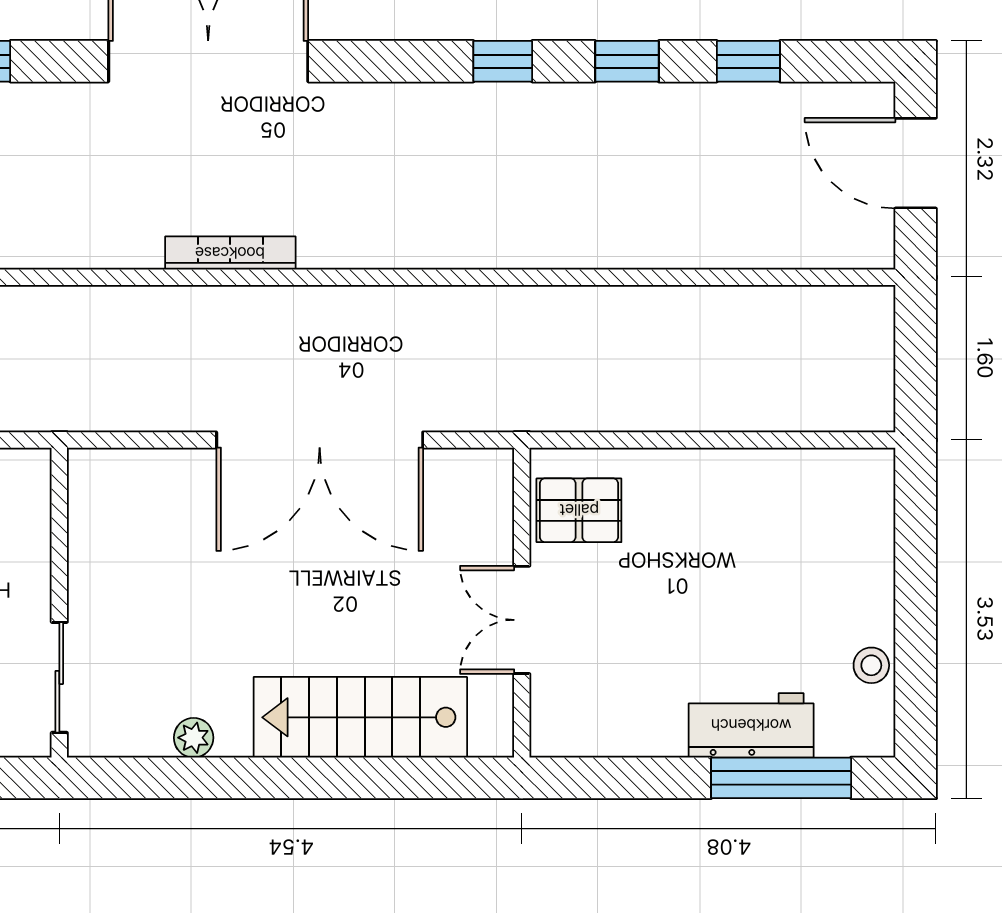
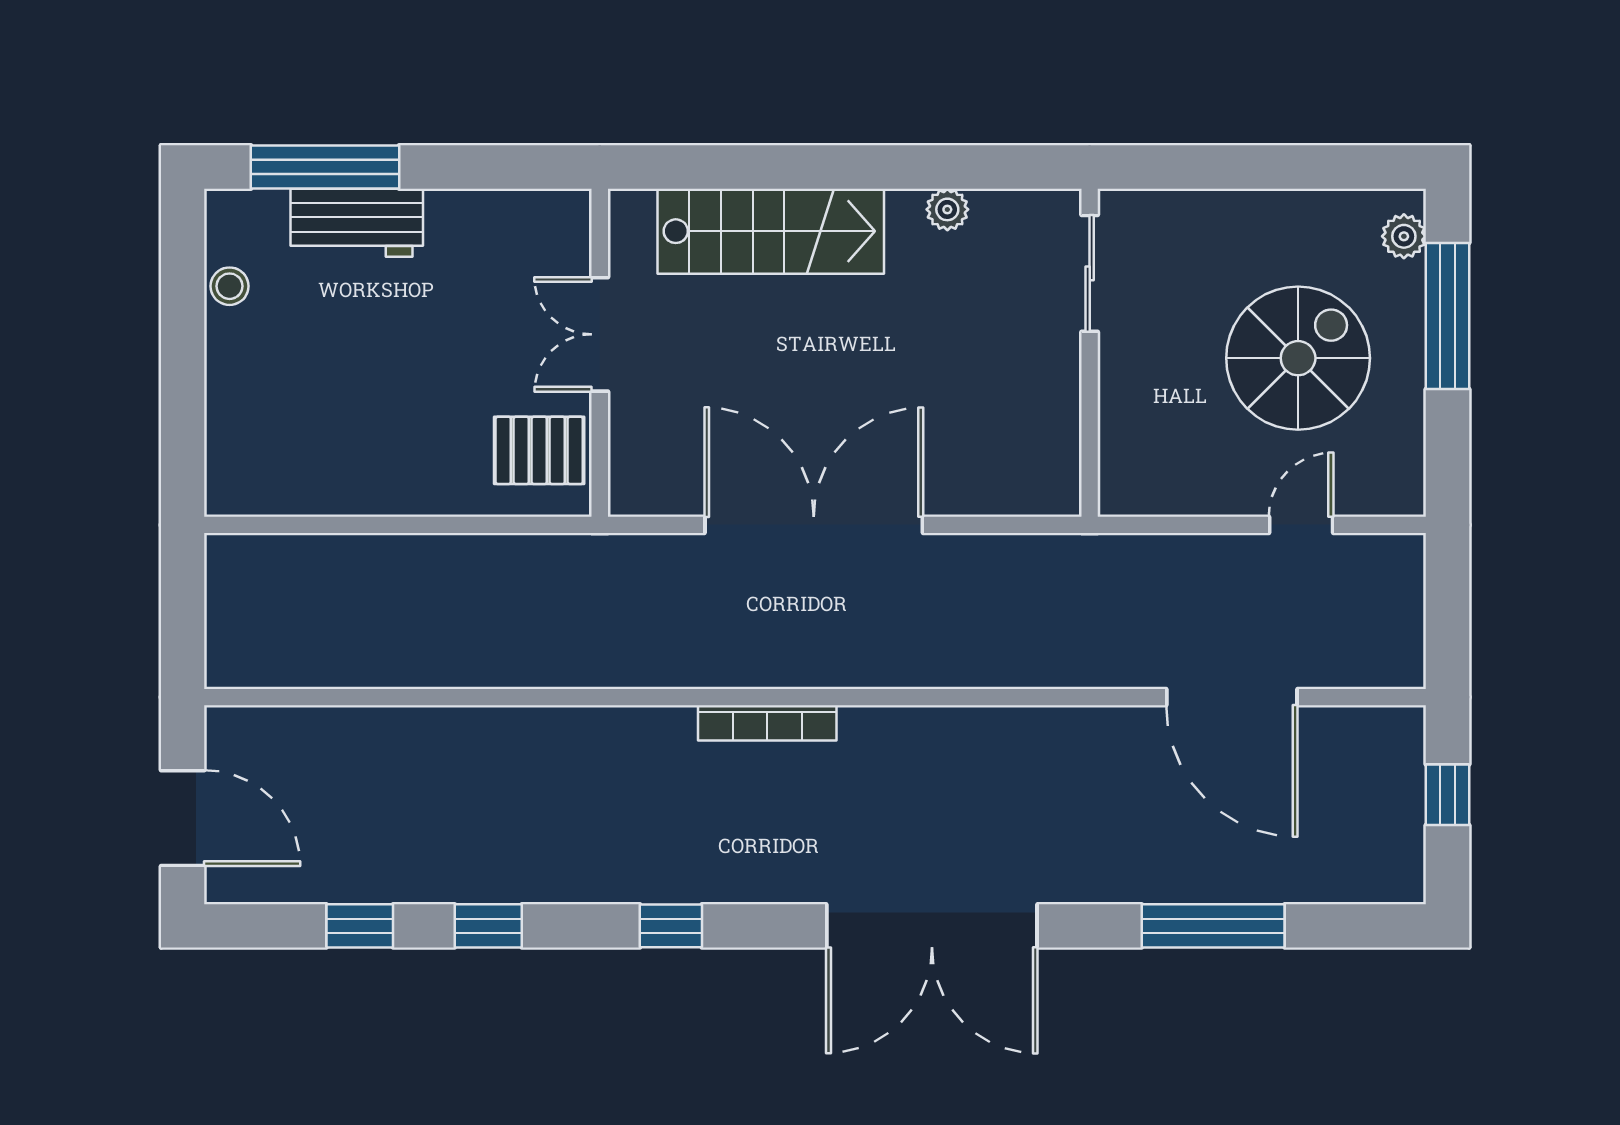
window: (503, 61) -> (671, 926), moved
bookcase: (230, 253) -> (767, 723), moved
double door: (522, 620) -> (600, 334), swing flipped

